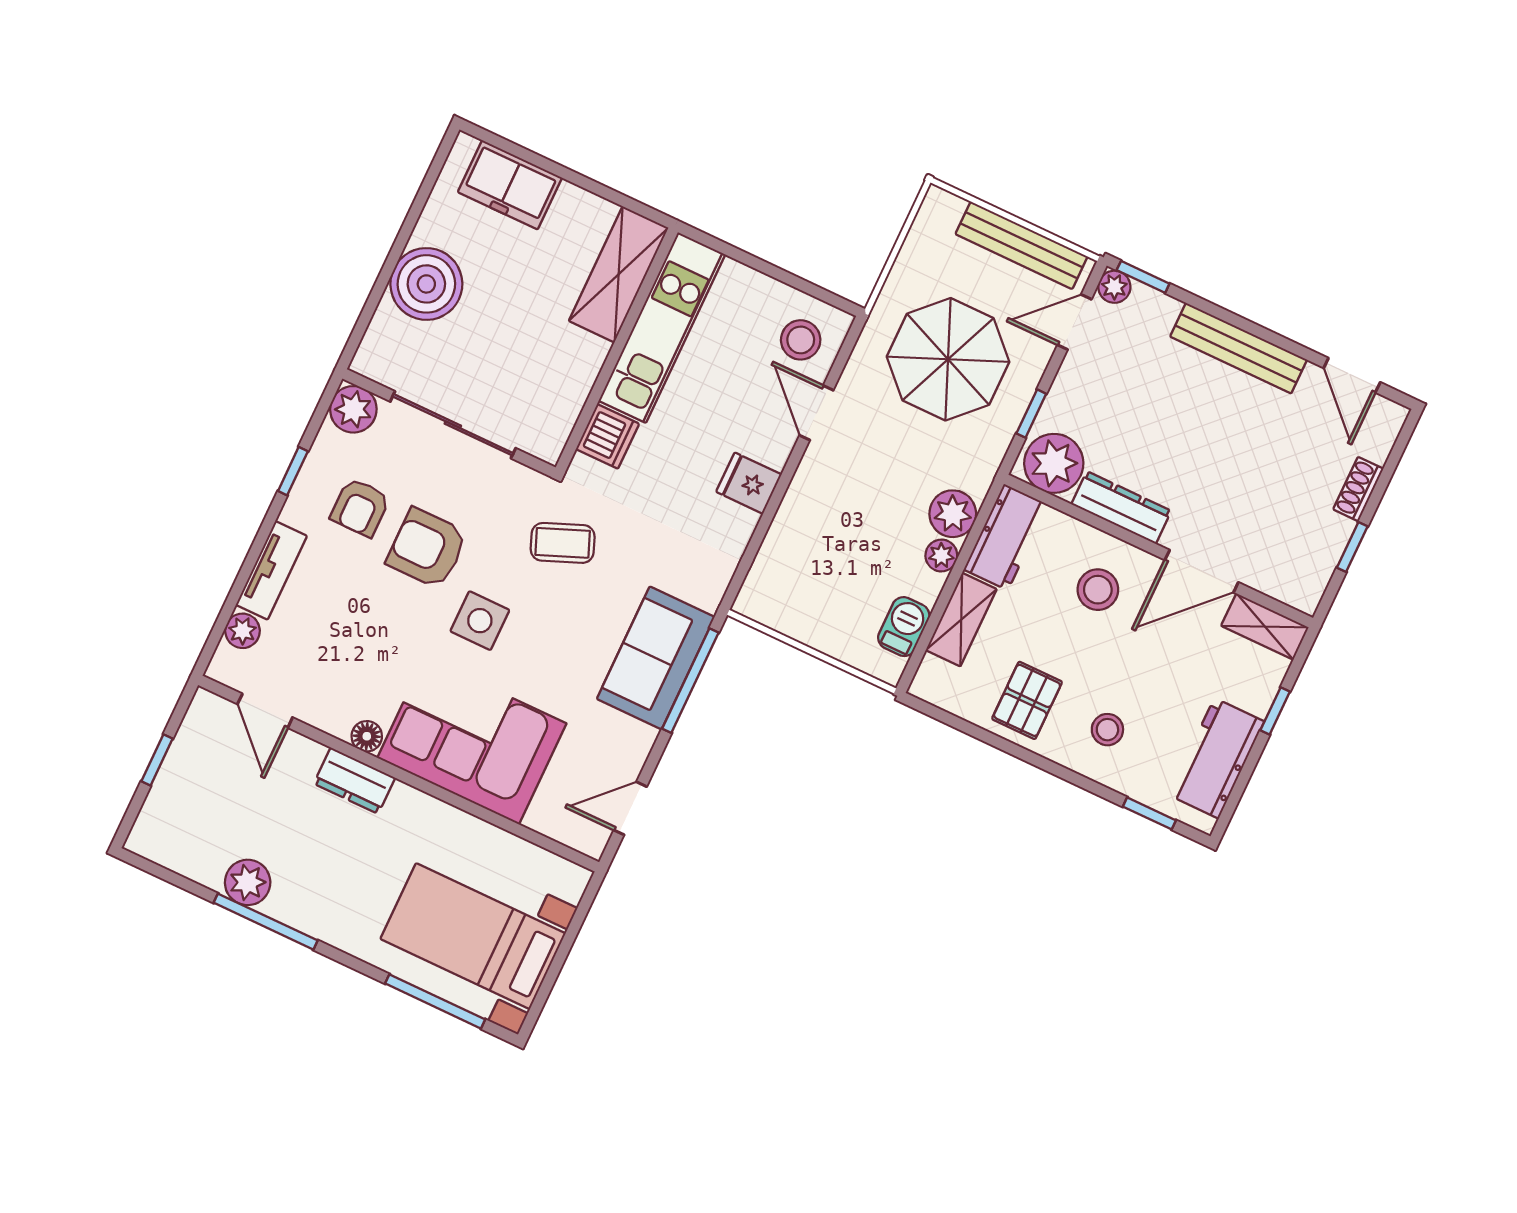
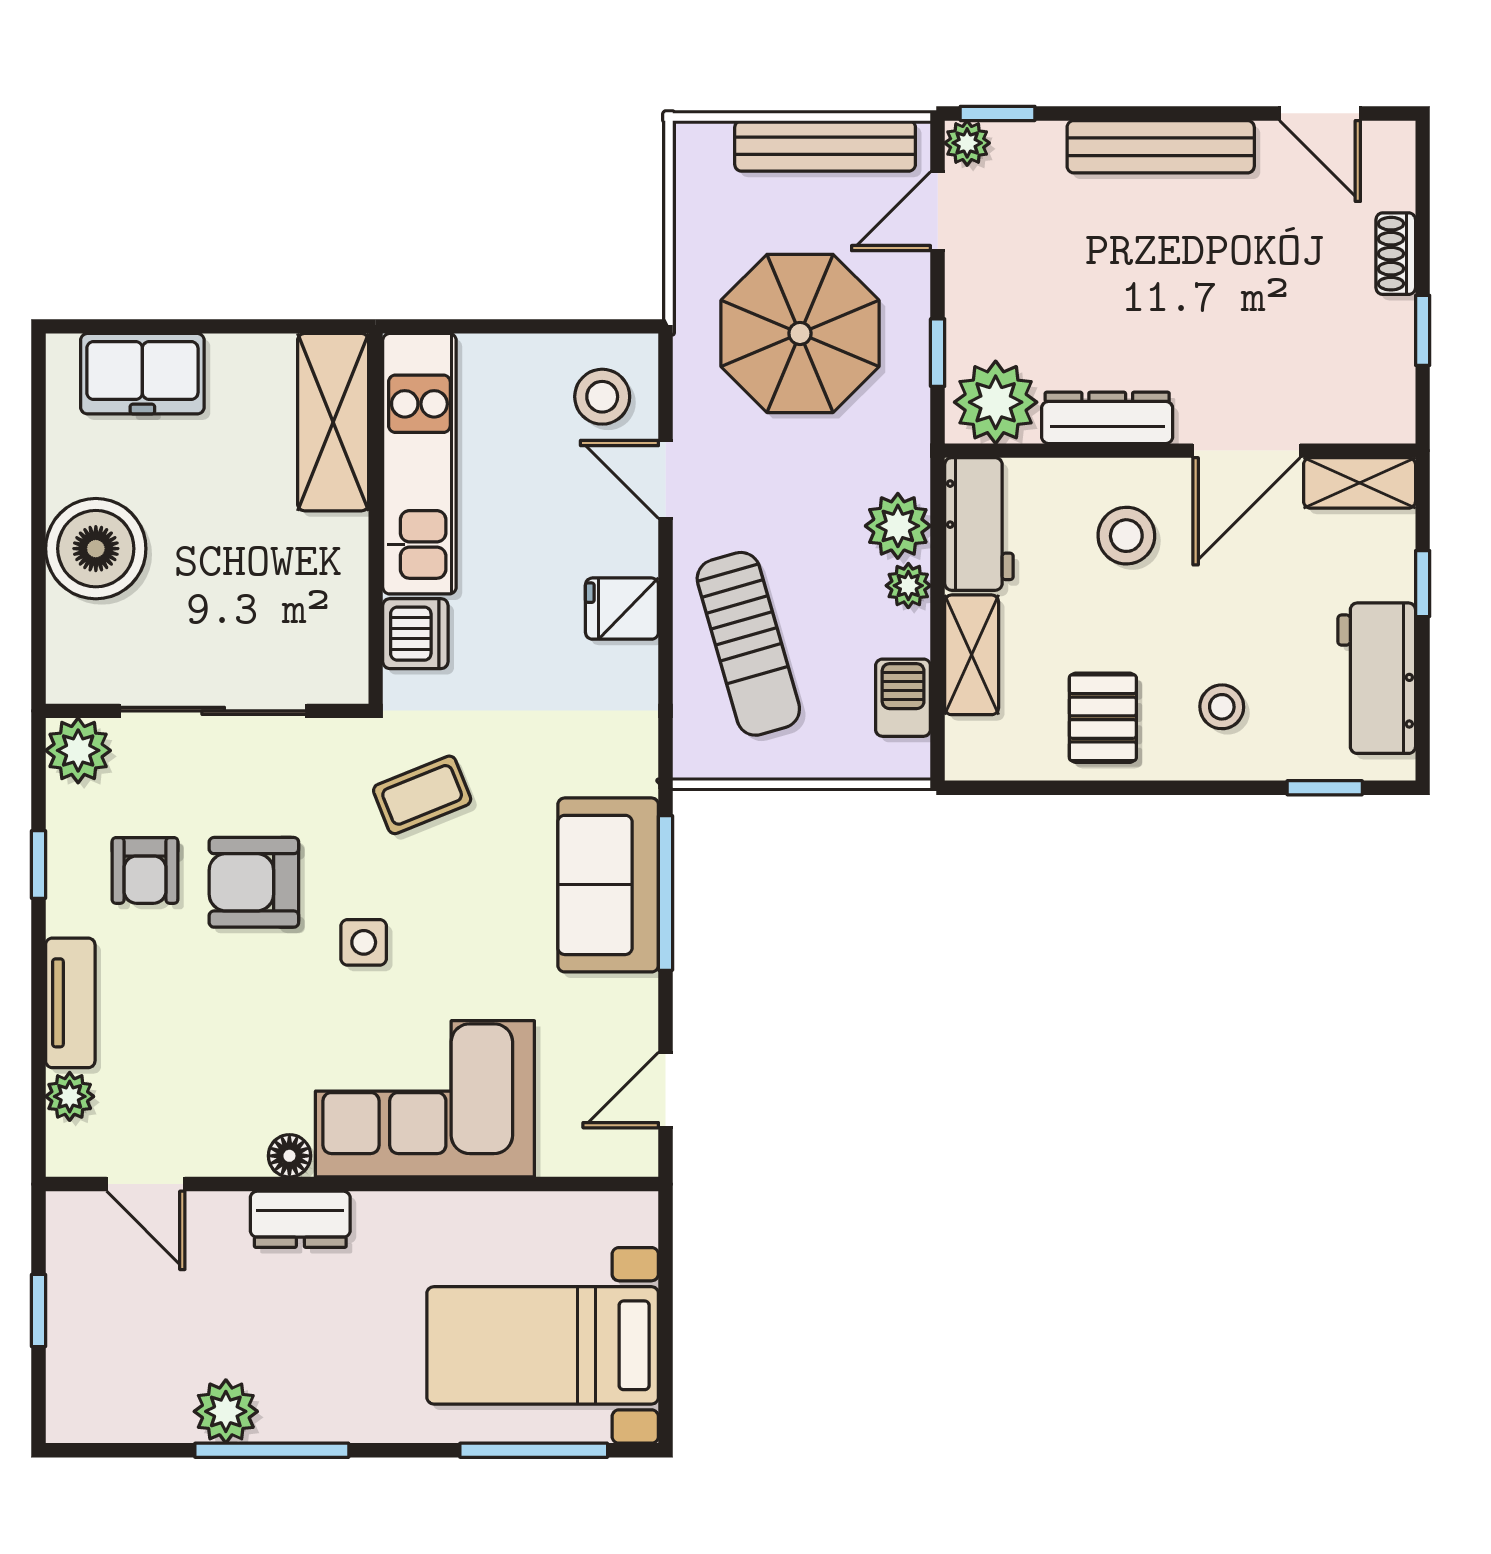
sun lounger: (820, 544) -> (748, 644), added
side table: (480, 621) -> (364, 942), width x0.73, depth x0.73

